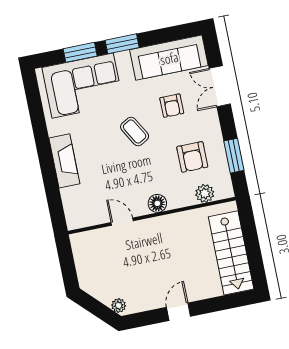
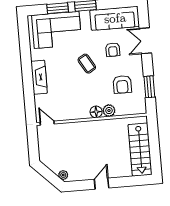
plant: (205, 193) -> (109, 111), moved
door: (122, 222) -> (47, 123), moved

